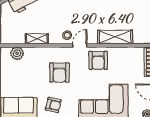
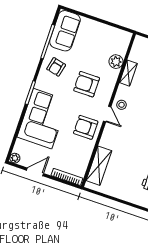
shelving: (115, 37) -> (99, 166), moved
plant: (17, 53) -> (116, 62), moved

